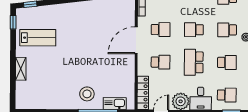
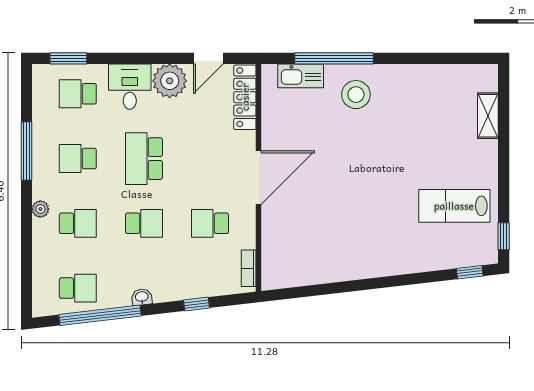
door: (136, 40) -> (259, 178), moved
school desk: (161, 62) -> (210, 159), removed
school desk: (194, 62) -> (144, 159), turned 180
shelving: (21, 69) -> (488, 116), moved

